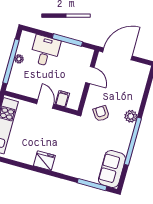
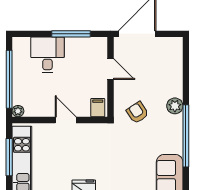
plant: (19, 59) -> (18, 111), moved
filing cabinet: (62, 99) -> (98, 108), moved

